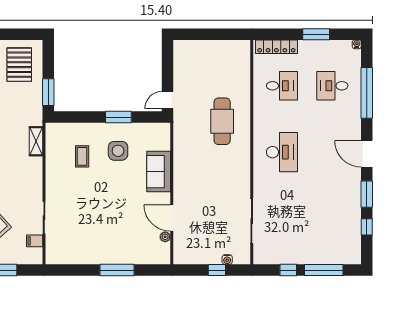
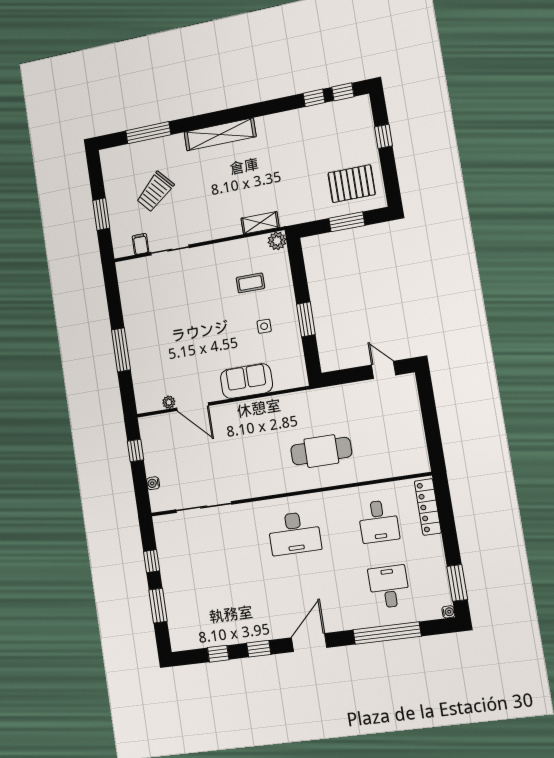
window: (316, 34) -> (457, 583), moved
window: (48, 92) -> (347, 222), moved
door: (168, 100) -> (384, 370), moved
plant: (53, 130) -> (277, 241), added
side table: (118, 151) -> (264, 326), width x0.54, depth x0.54
window: (367, 194) -> (259, 649), width x0.67
door: (172, 218) -> (193, 407), swing flipped
window: (217, 270) -> (136, 451), moved
window: (324, 270) -> (158, 606), width x0.69

